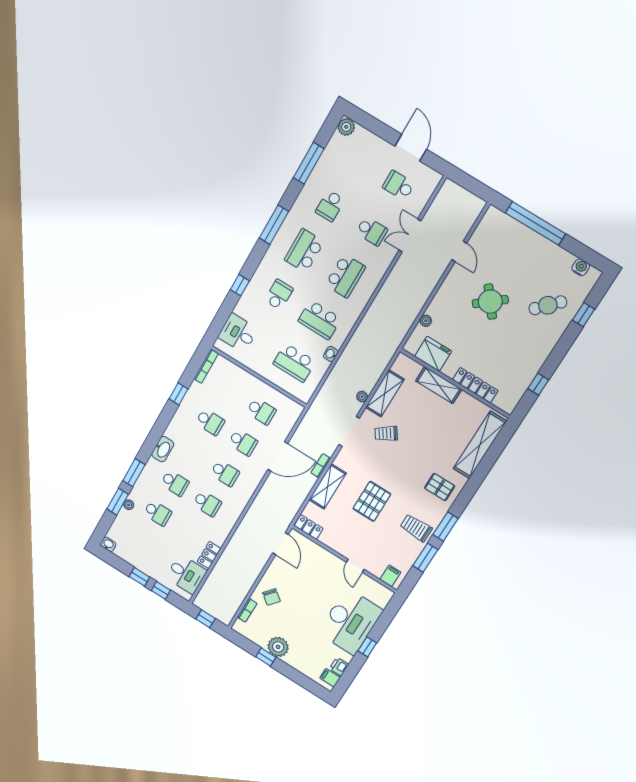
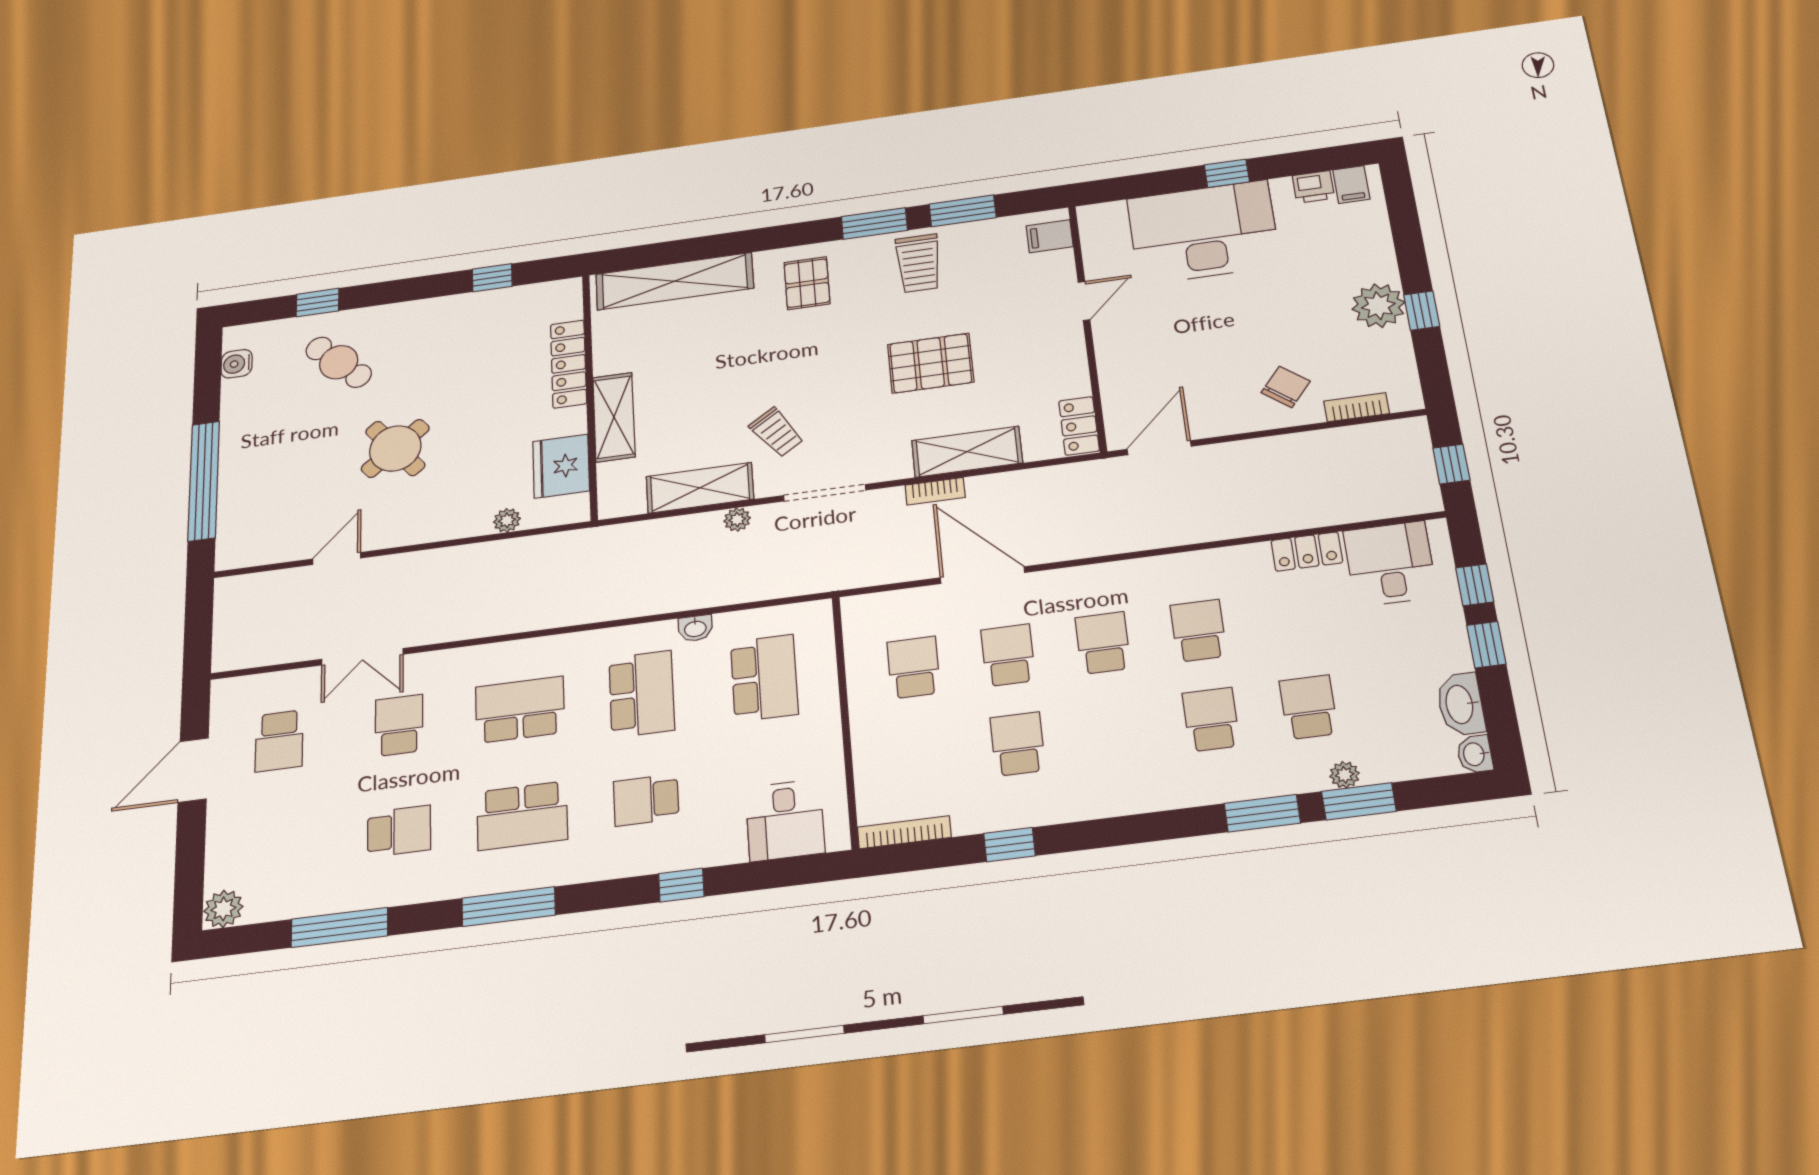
washbasin: (163, 449) -> (1461, 704), moved, turned -90

